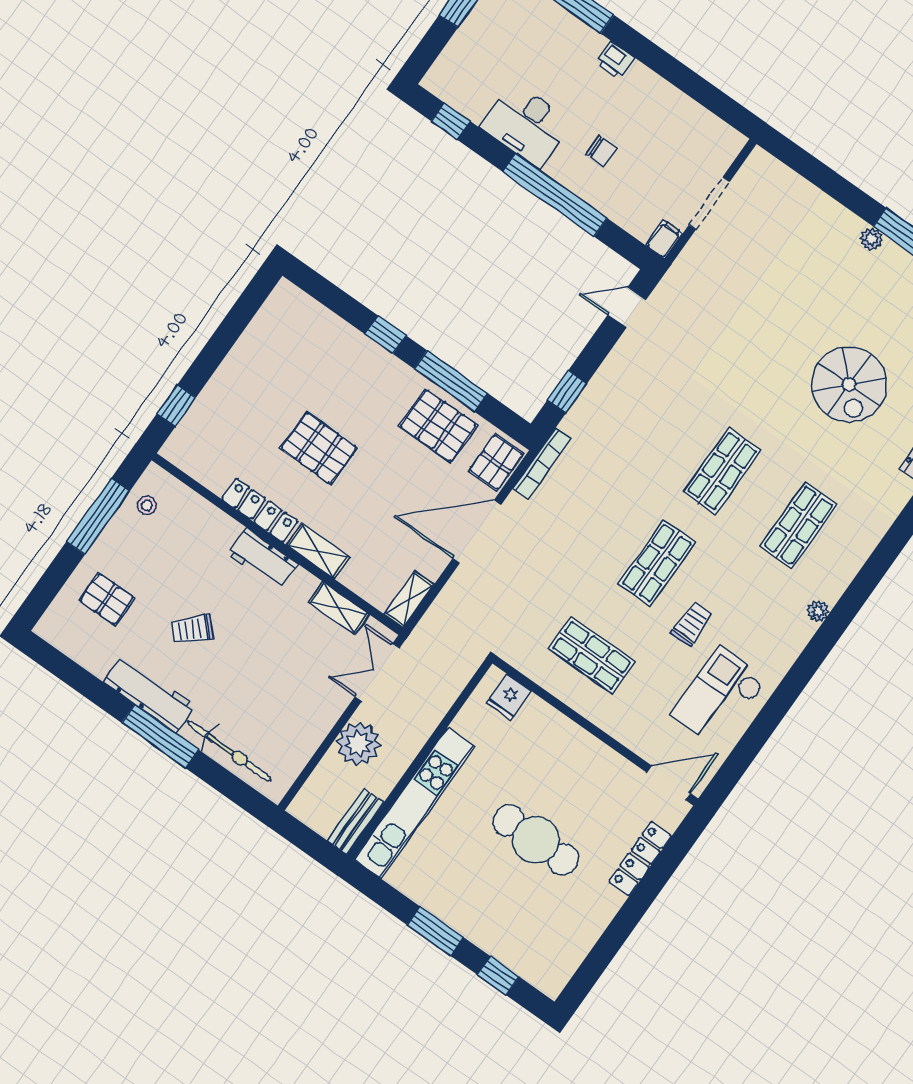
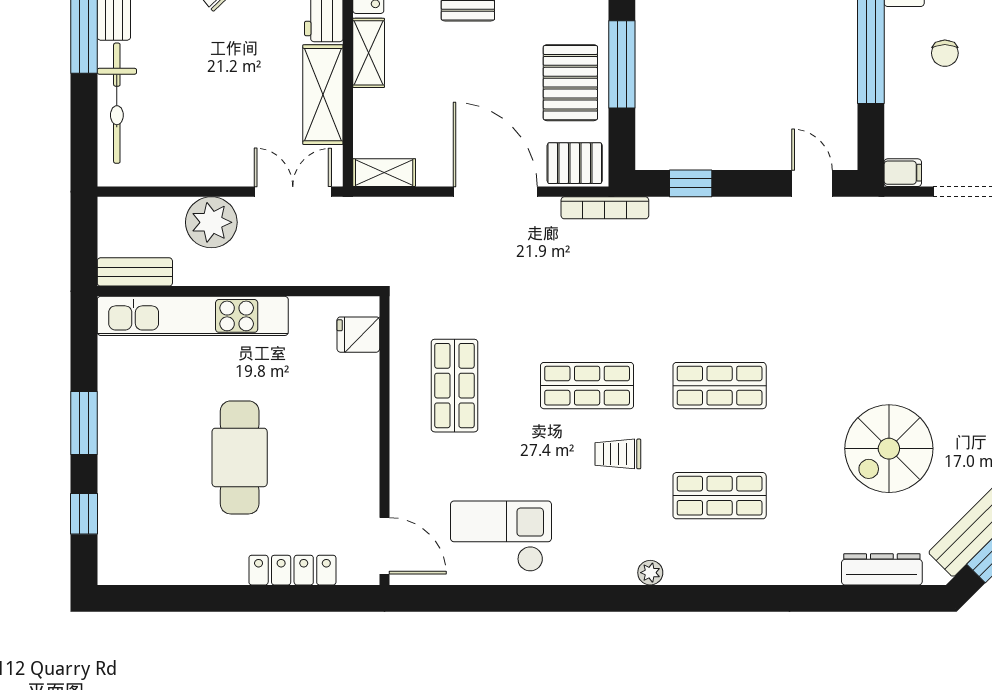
shelving: (339, 608) -> (323, 95), width x1.50, depth x1.33
trolley: (692, 624) -> (618, 454), moved, turned 180

